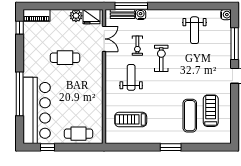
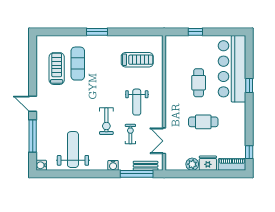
water cooler: (141, 15) -> (113, 165), moved
fridge: (92, 17) -> (208, 163), moved
weight bench: (195, 30) -> (73, 150), width x1.36, depth x1.33
window: (20, 94) -> (249, 86), width x0.32
treadmill: (211, 111) -> (57, 69), turned 180
cafe table: (78, 134) -> (199, 83), moved, turned 90
window: (48, 147) -> (195, 32), moved

